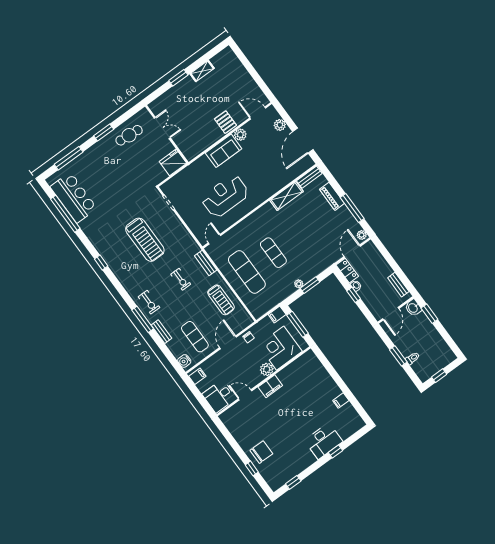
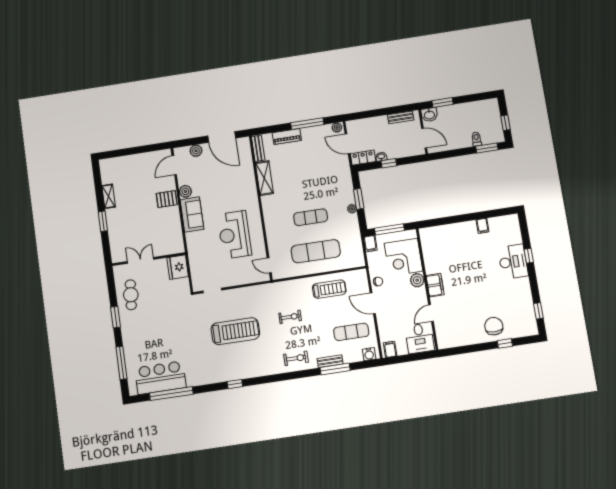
bench: (206, 263) -> (287, 285), removed
window: (143, 319) -> (335, 369), moved
window: (398, 356) -> (487, 148), moved

